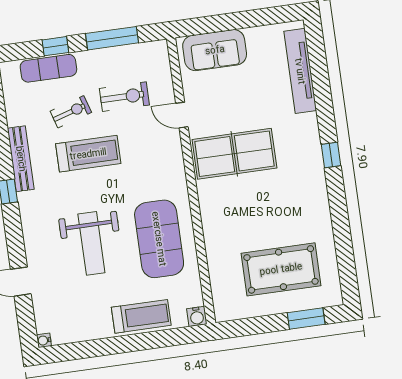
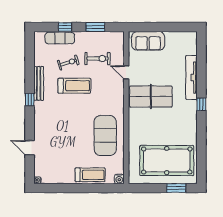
window: (112, 38) -> (95, 27), width x0.69
tv unit: (300, 71) -> (191, 77), moved
weight bench: (91, 243) -> (69, 133), removed
pool table: (281, 269) -> (167, 161), width x1.36, depth x1.32

